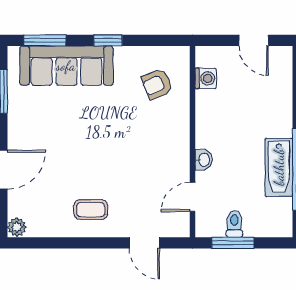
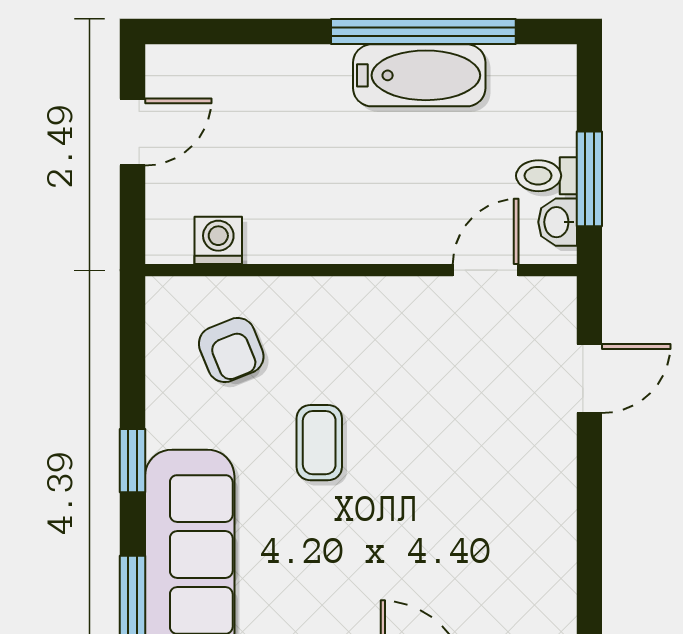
washbasin: (204, 160) -> (558, 222), moved, turned -90
door: (192, 197) -> (486, 270), swing flipped
coffee table: (91, 210) -> (319, 443), moved

